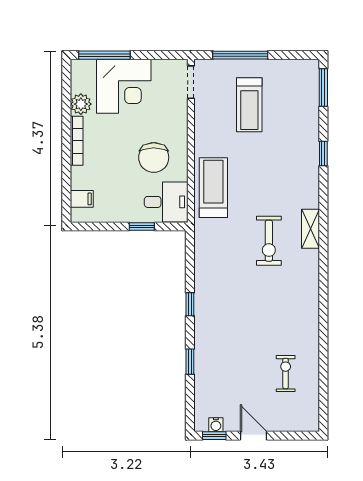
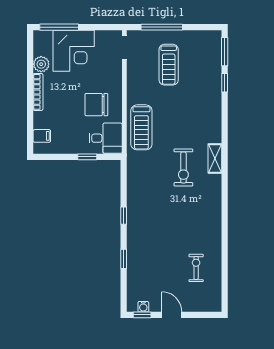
window: (323, 153) -> (225, 83), moved
chair: (154, 157) -> (96, 105), turned 90
treadmill: (213, 188) -> (141, 127), turned 180

